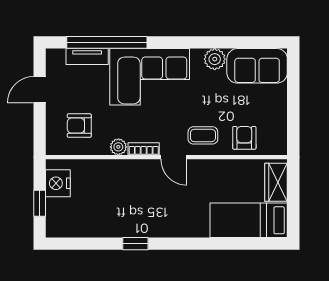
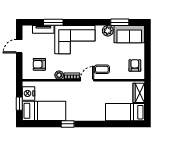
window: (107, 42) -> (53, 22), width x0.47
window: (238, 42) -> (120, 22), added
armchair: (244, 138) -> (135, 65), moved
door: (174, 157) -> (87, 80), swing flipped
bed: (88, 218) -> (44, 111), added

